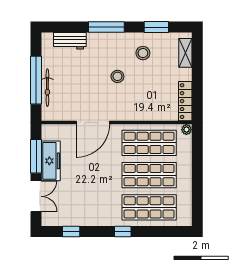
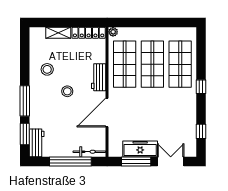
window: (156, 27) -> (25, 134), moved
workbench: (70, 41) -> (37, 143), moved
shelving: (185, 53) -> (58, 33), moved
bicycle: (47, 88) -> (89, 152), moved
workbench: (134, 113) -> (99, 77), added
door: (93, 123) -> (107, 113), swing flipped

